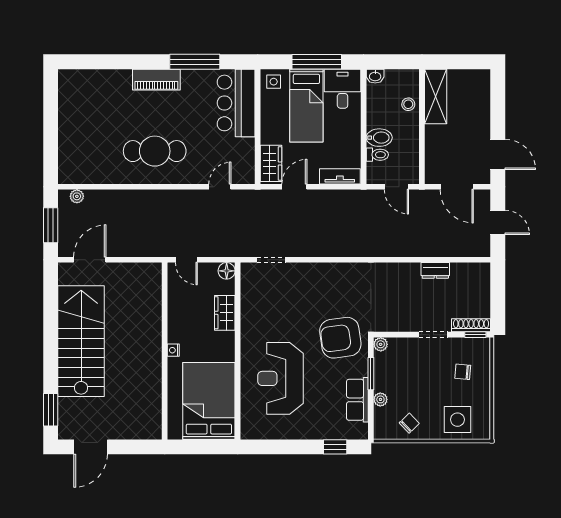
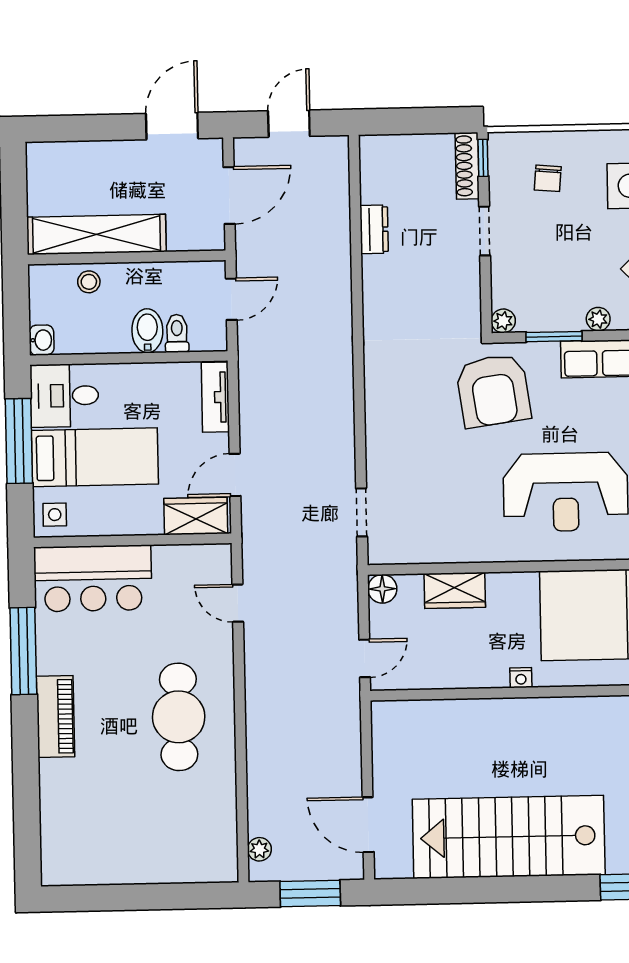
shelving: (436, 96) -> (96, 234), width x1.47
door: (294, 187) -> (235, 475), hinge flipped

